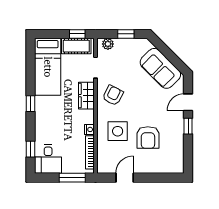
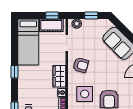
armchair: (113, 95) -> (81, 65), turned 79
wardrobe: (86, 96) -> (59, 76), moved

